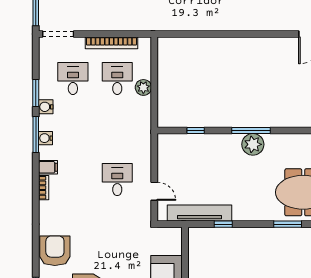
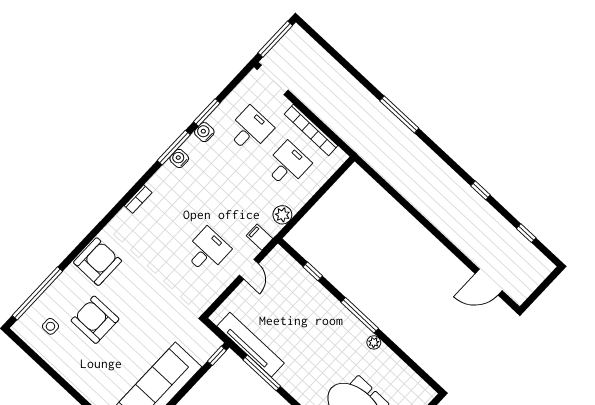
plant: (143, 87) -> (282, 215), moved
plant: (253, 144) -> (374, 342), moved, width x0.53, depth x0.53
filing cabinet: (48, 167) -> (259, 237), moved, turned 180
door: (154, 191) -> (249, 269), moved
window: (223, 224) -> (262, 373), width x2.17
window: (185, 240) -> (217, 356), added

